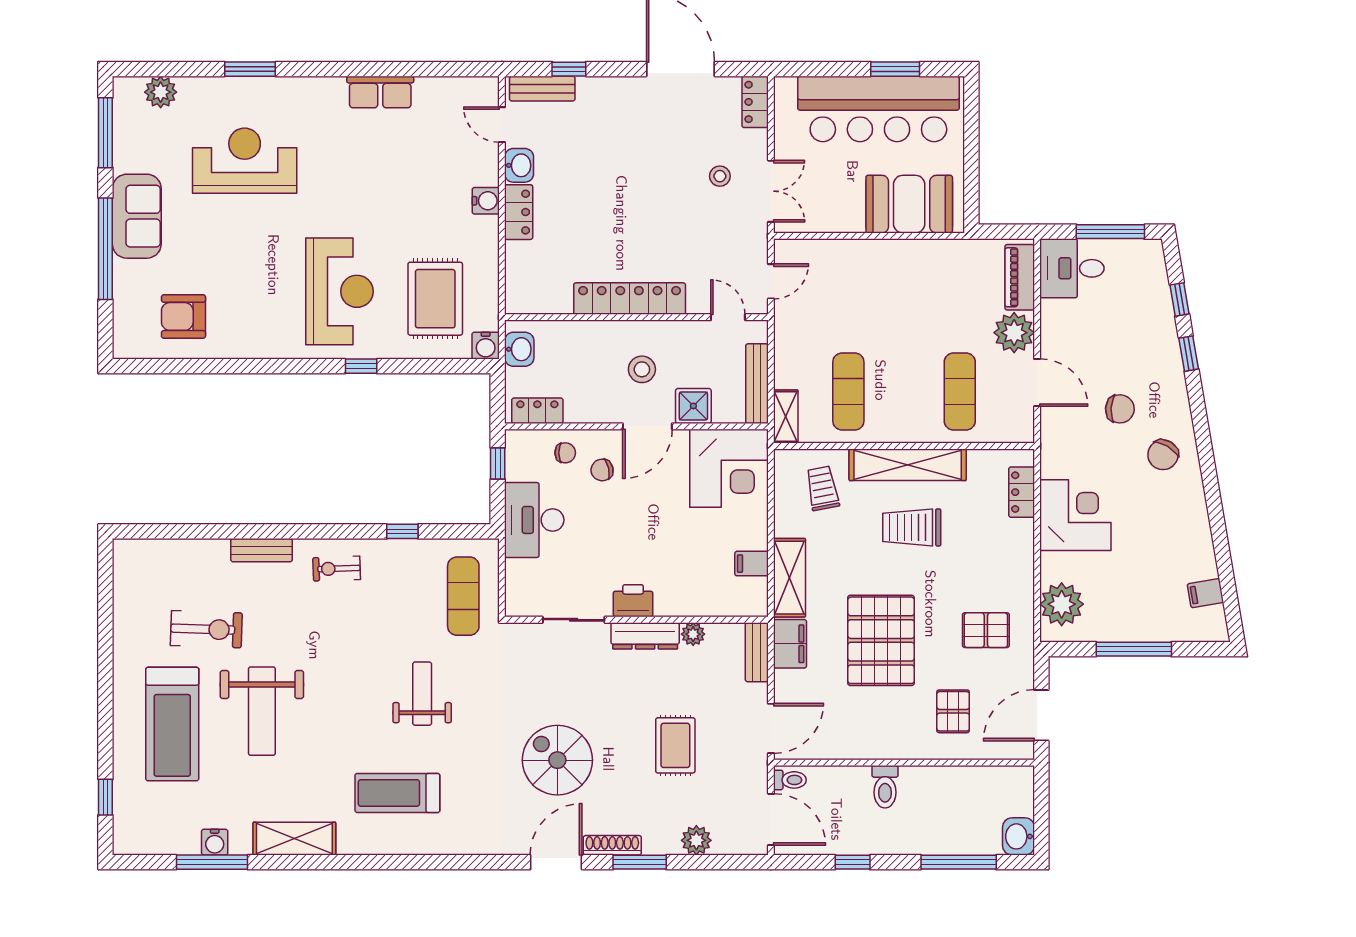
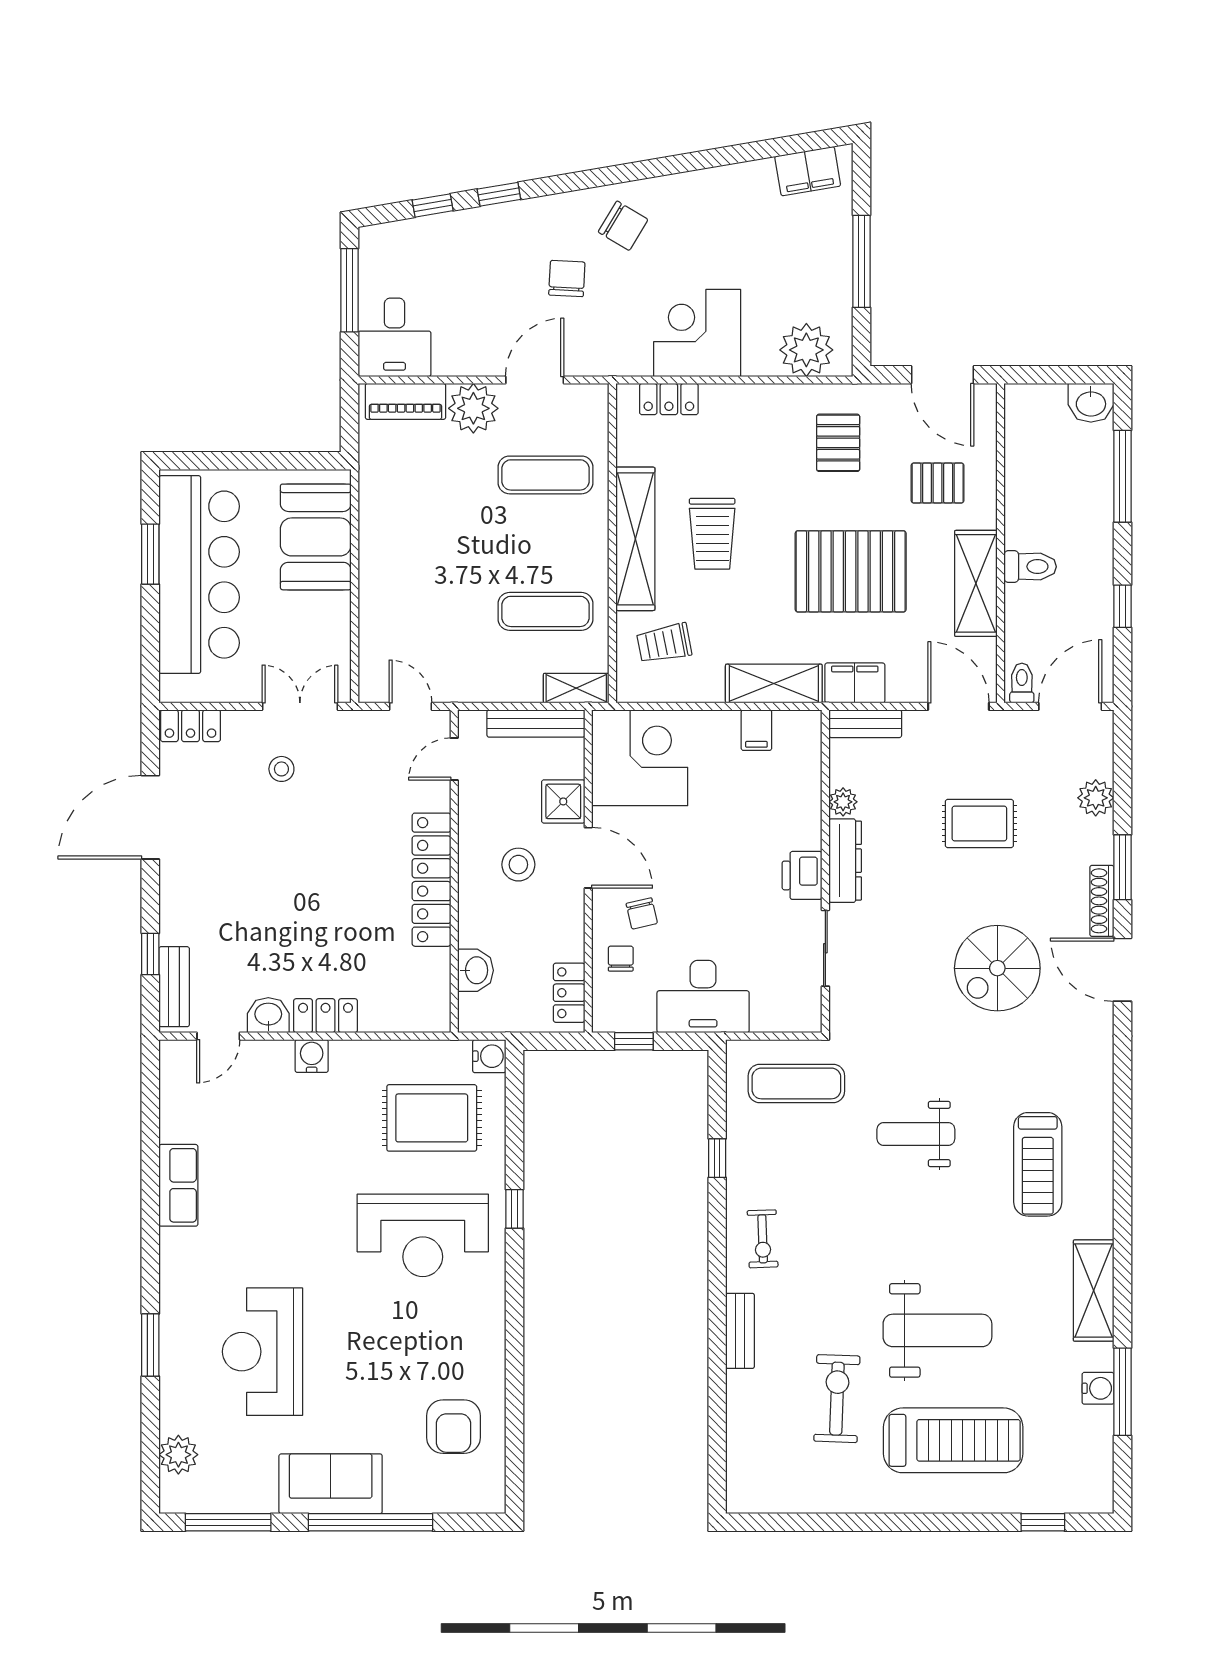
reception desk: (339, 291) -> (423, 1235), turned 180
washbasin: (519, 349) -> (476, 970), moved, turned 90
filing cabinet: (1205, 593) -> (808, 171), width x2.00
shelving: (871, 743) -> (976, 583), added

